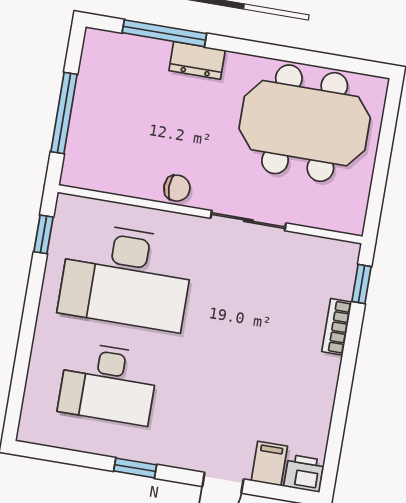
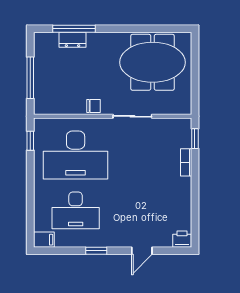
dresser: (197, 60) -> (72, 40), moved
filing cabinet: (269, 463) -> (44, 240), moved, turned 90

